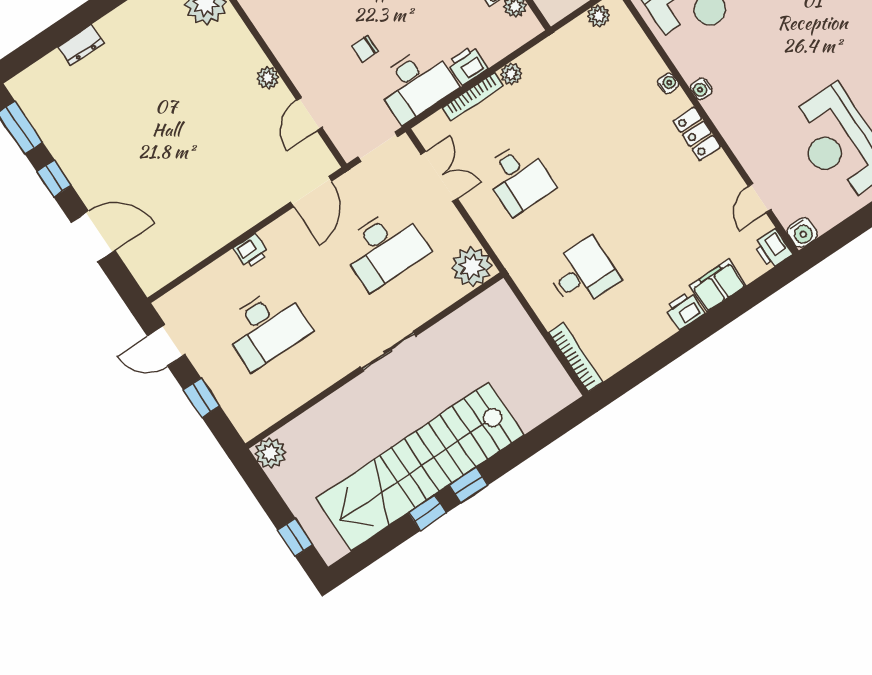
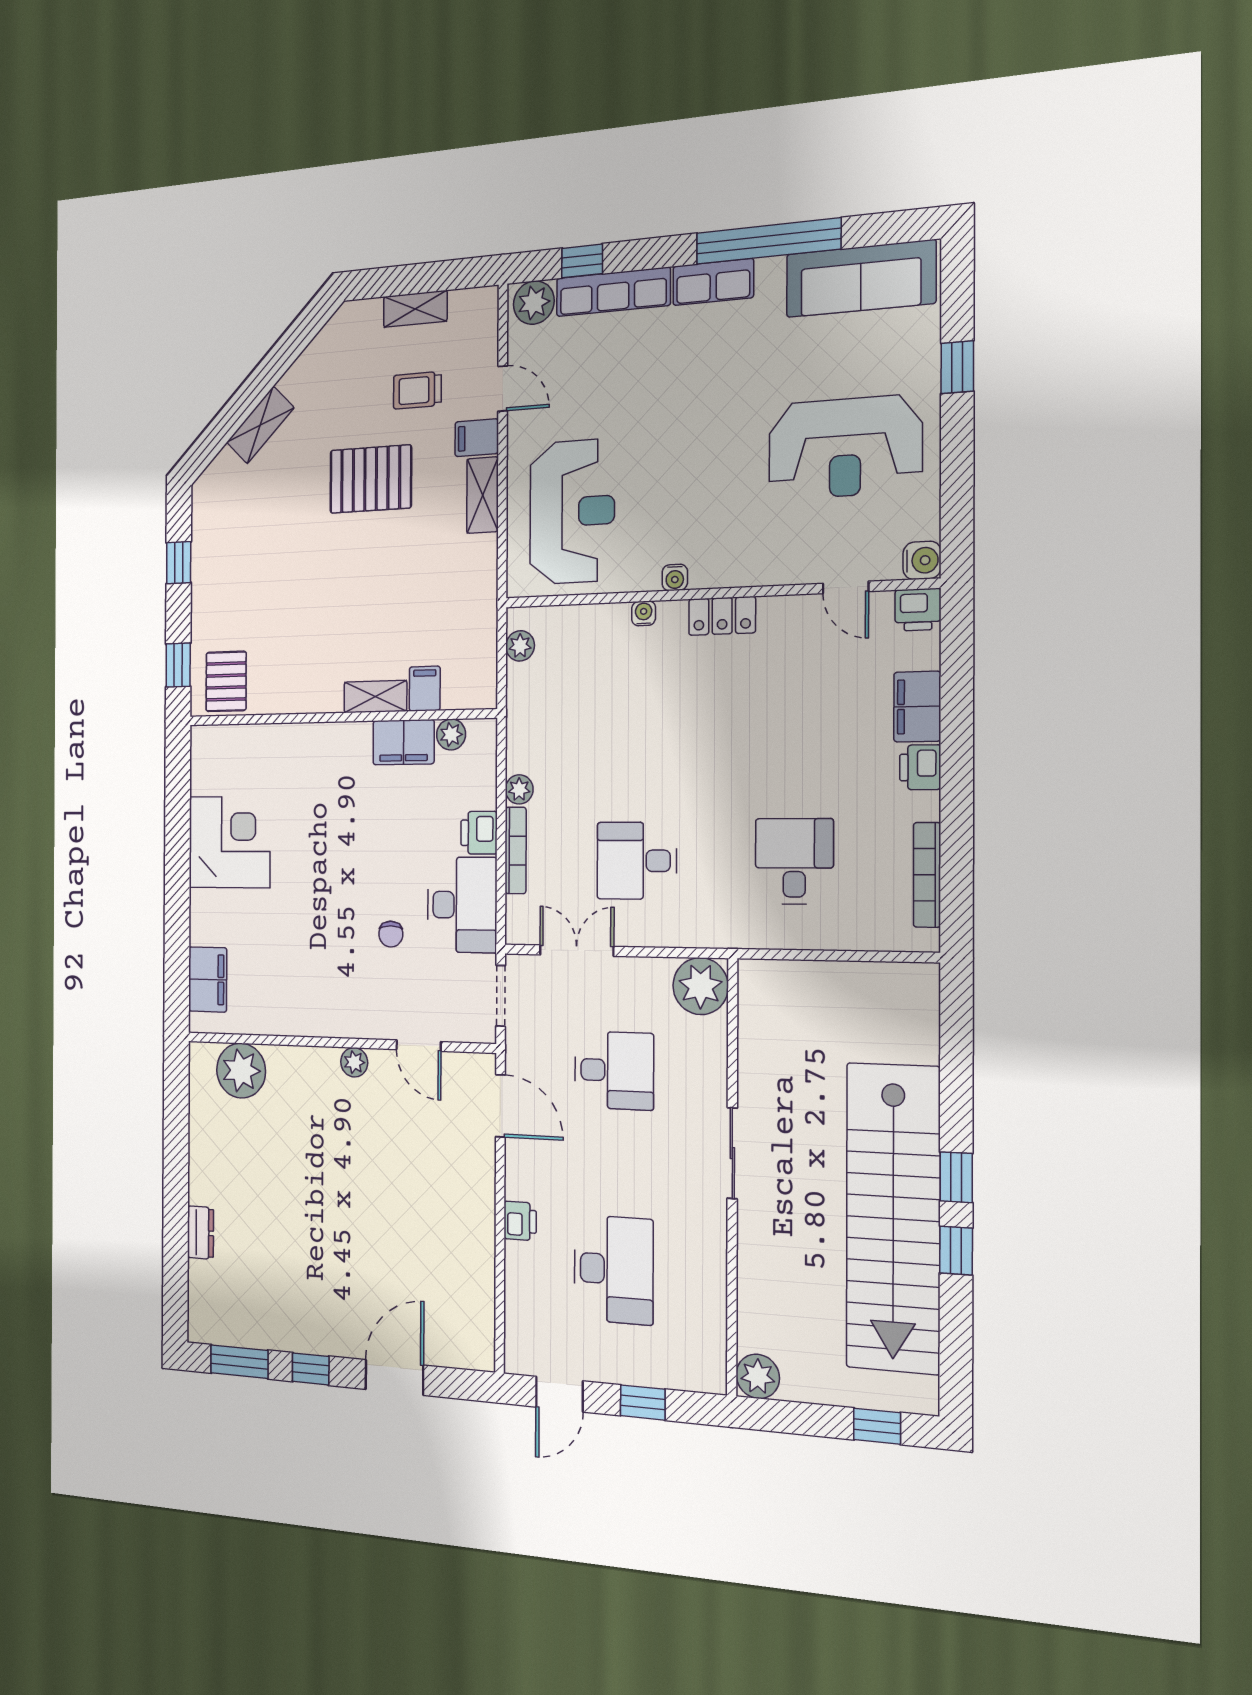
desk: (519, 178) -> (637, 861), turned 180
desk: (384, 248) -> (614, 1070), width x0.73
bookcase: (576, 357) -> (927, 875), moved, turned -90

